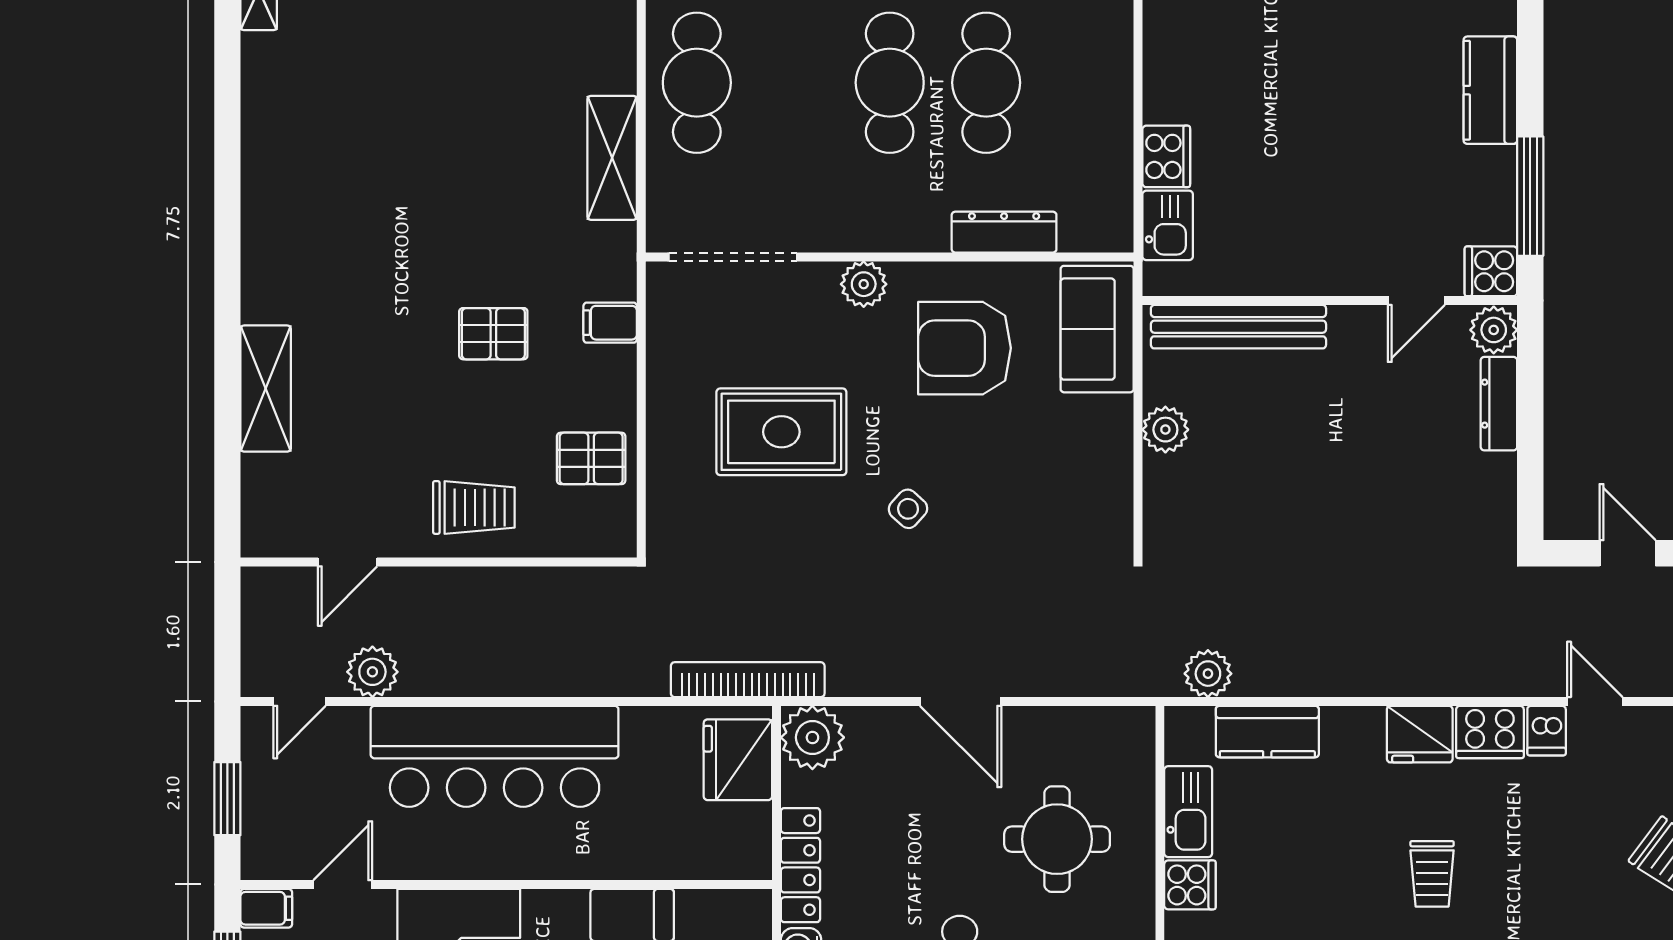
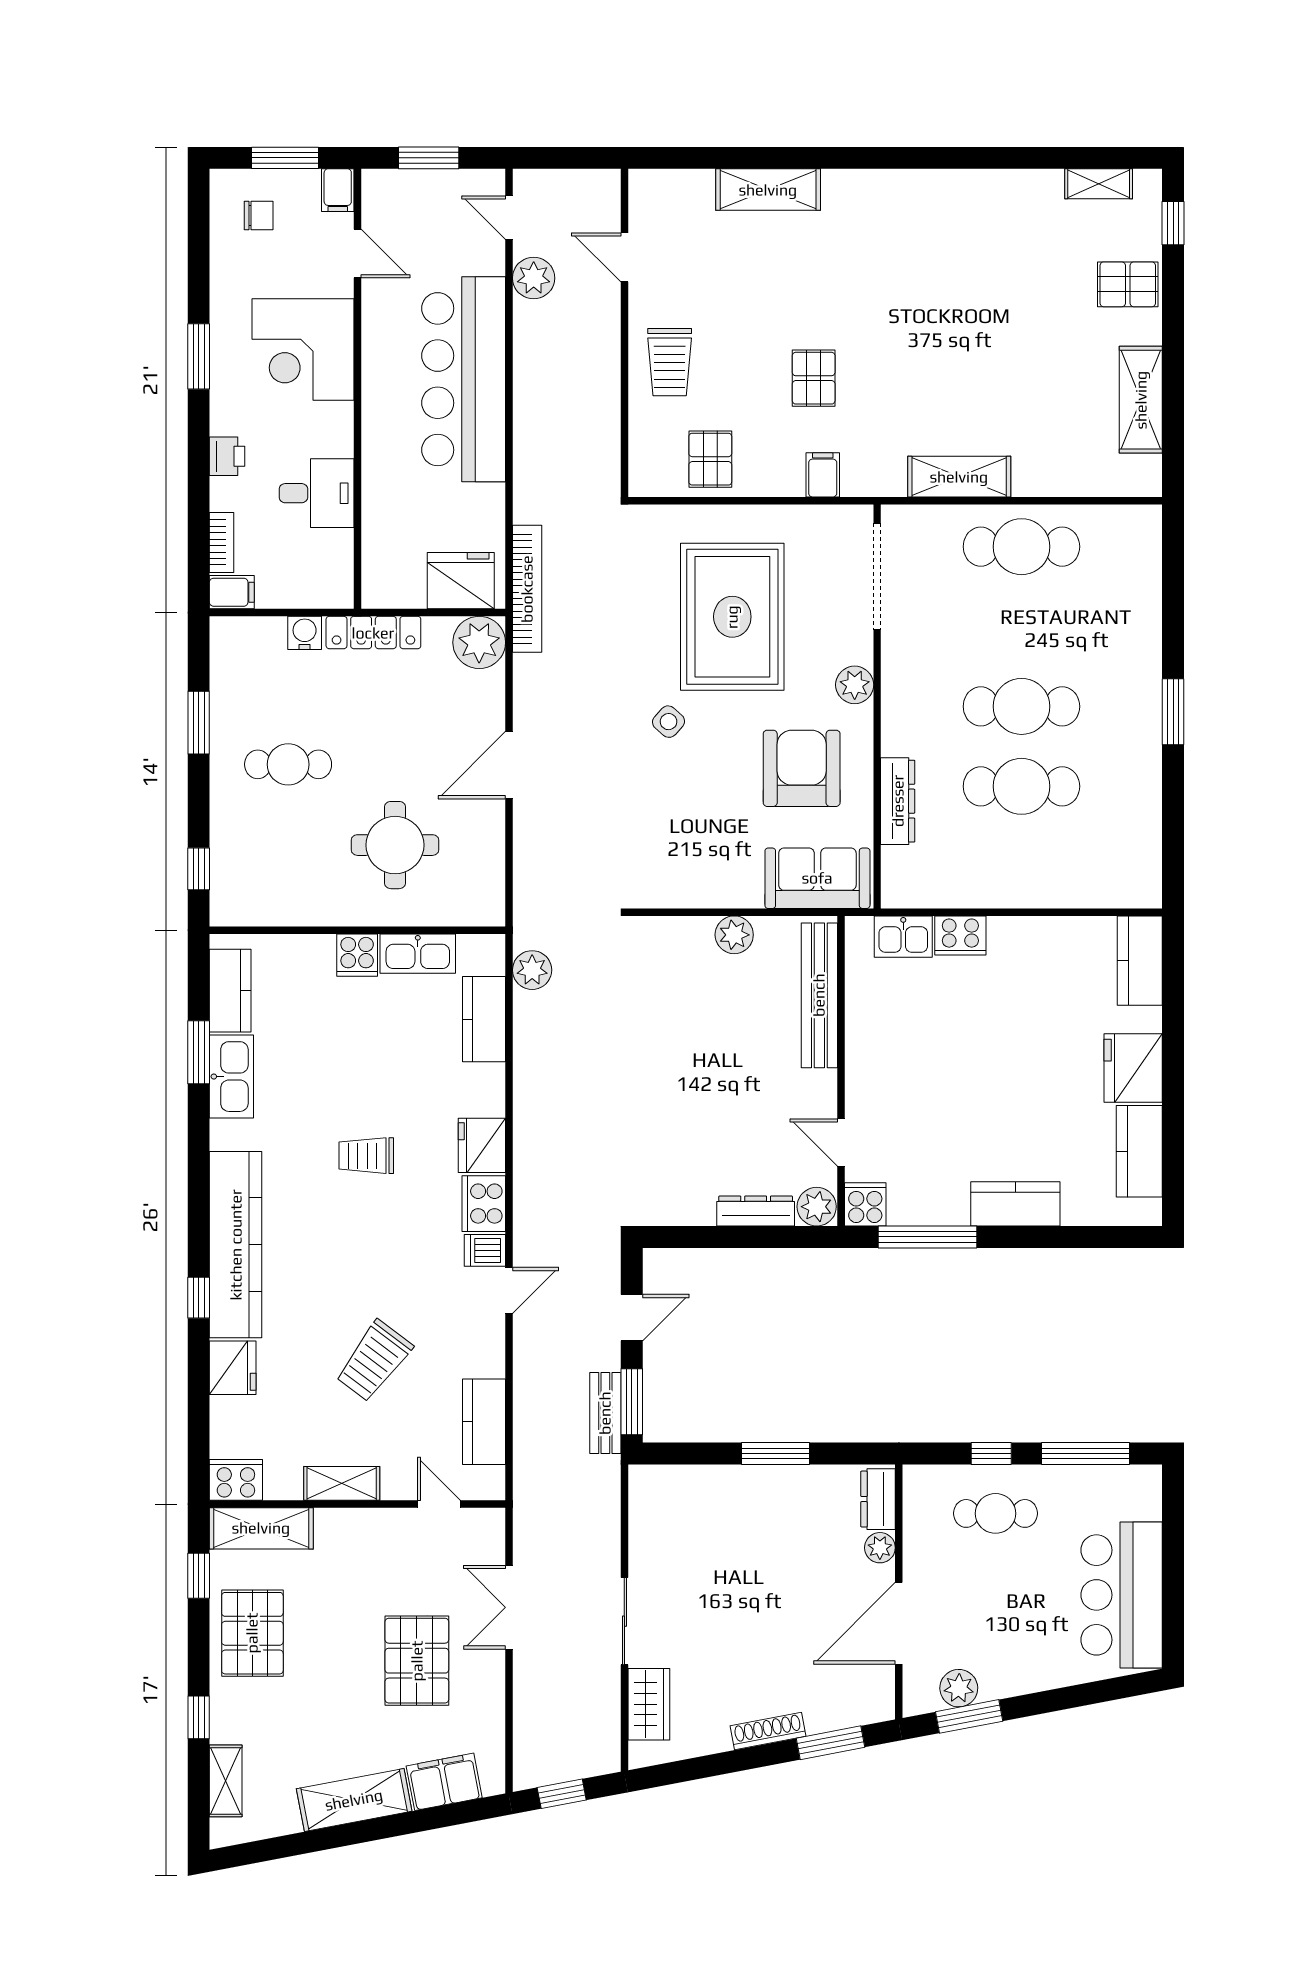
rug: (781, 432) -> (732, 617), width x1.37, depth x1.44

